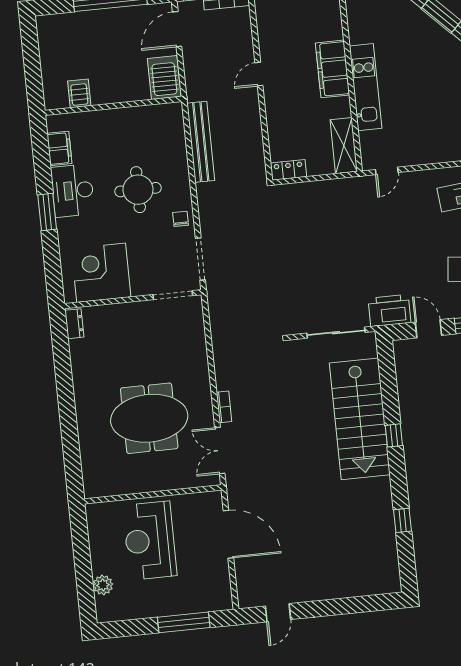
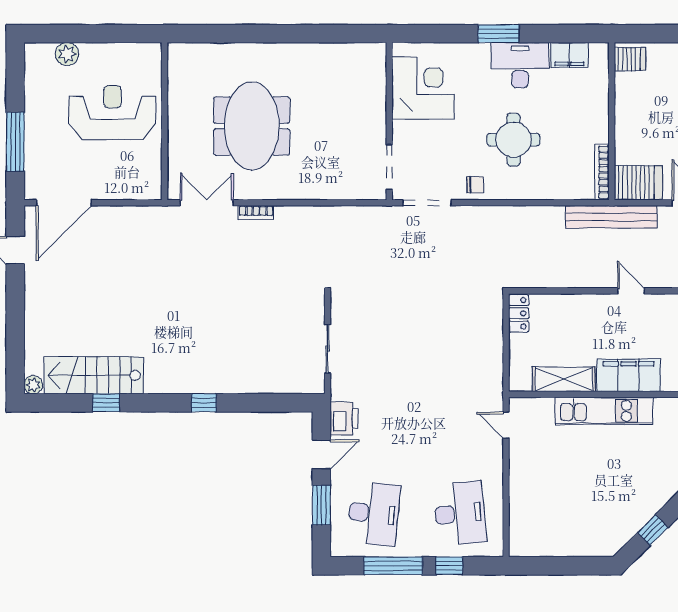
server rack: (79, 93) -> (630, 59), moved
bookcase: (158, 110) -> (602, 172), added
bench: (201, 142) -> (611, 217), moved
shelving: (344, 146) -> (564, 379), moved
printer: (390, 310) -> (344, 419), width x0.73, depth x0.84
dresser: (74, 324) -> (368, 52), removed
sliding door: (336, 333) -> (328, 349), width x0.73
stairs: (360, 419) -> (94, 375), moved, width x0.73, depth x0.66
door: (228, 534) -> (64, 203), moved
plant: (393, 585) -> (33, 385), added

